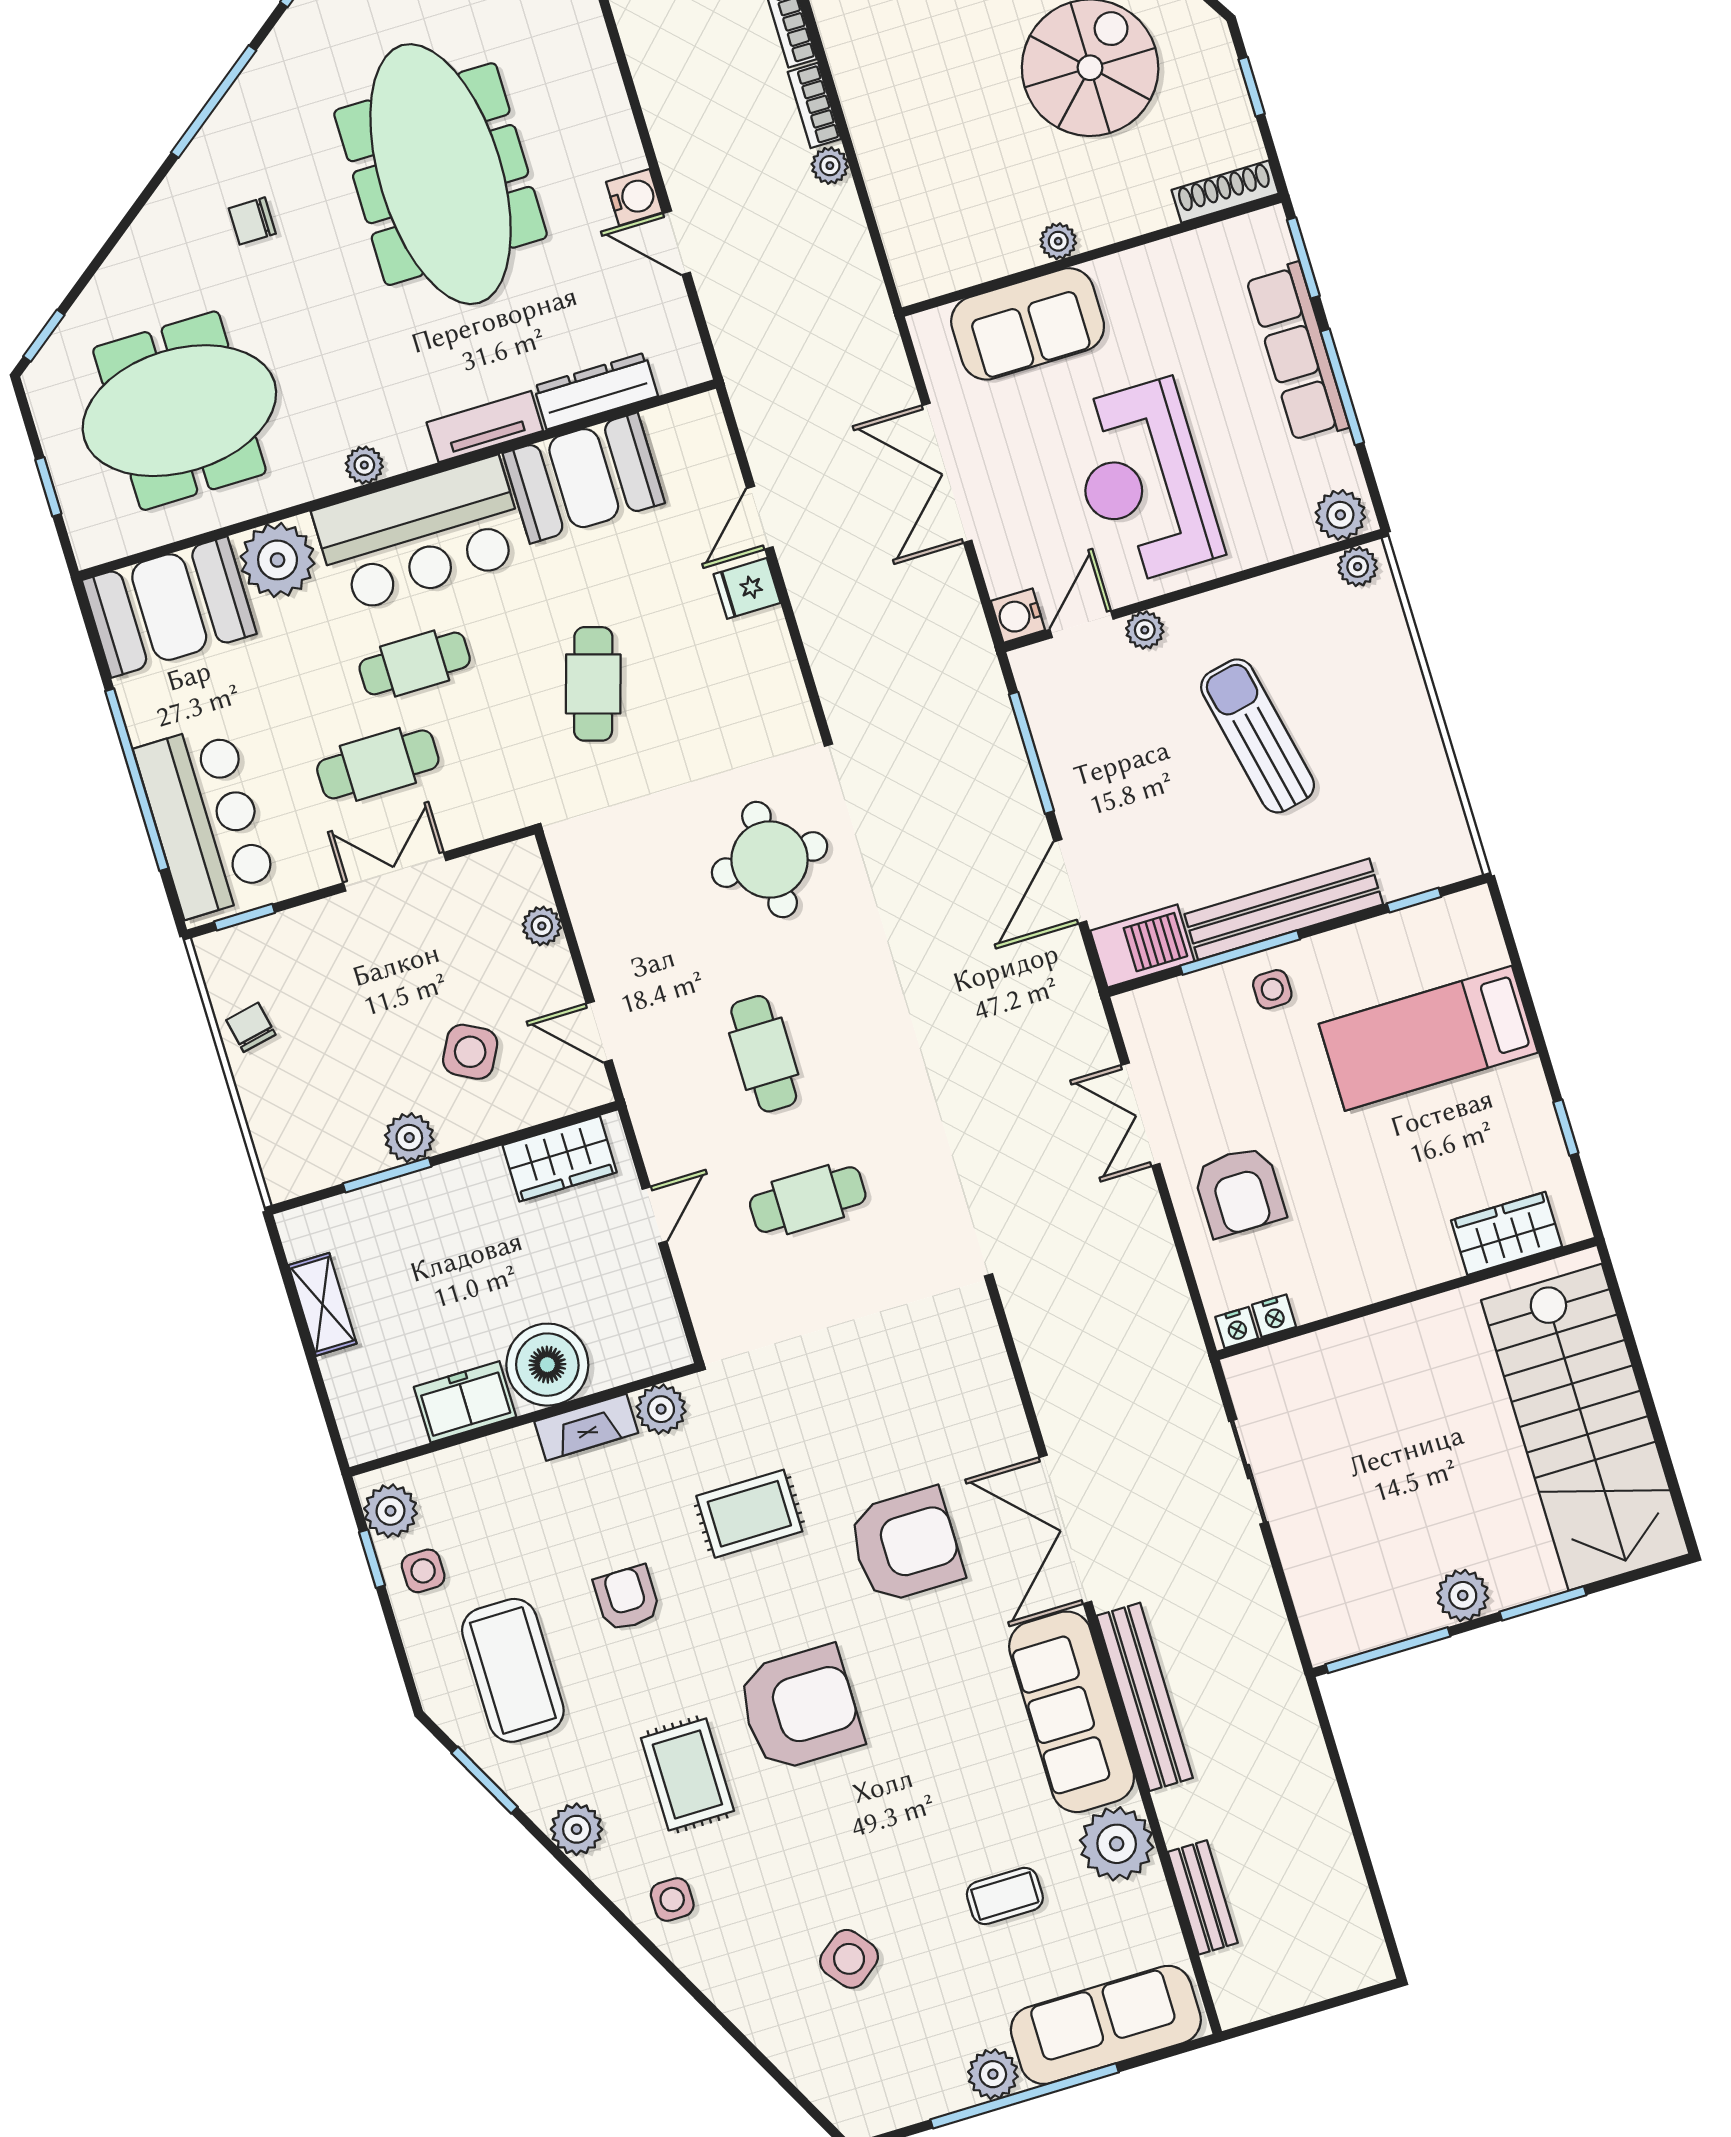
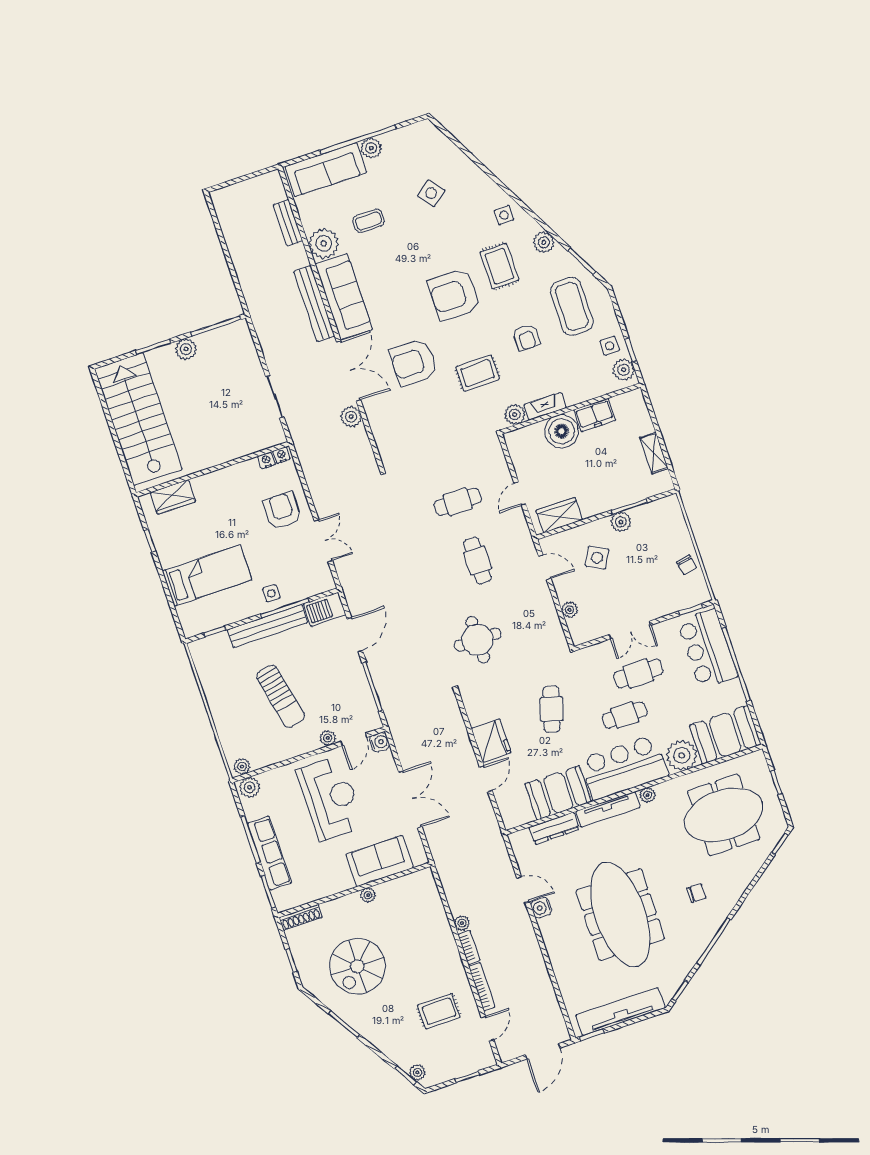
tv unit: (485, 427) -> (608, 809), width x1.41
fridge: (747, 588) -> (491, 741), width x1.88, depth x1.34
plant: (1063, 1417) -> (351, 417), added

